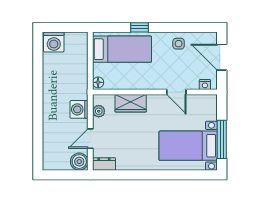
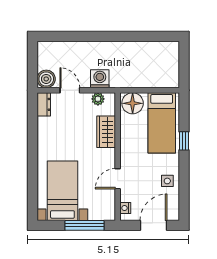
washing machine: (54, 42) -> (169, 53), removed
floor lamp: (98, 82) -> (133, 103), width x1.89, depth x1.89
window: (222, 139) -> (85, 225), moved

